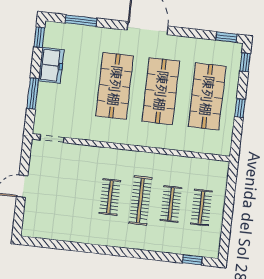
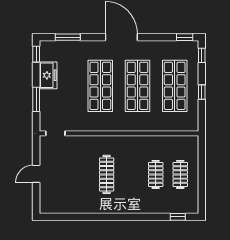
clothes rail: (110, 197) -> (107, 174), width x1.36
clothes rail: (140, 201) -> (131, 174), removed

